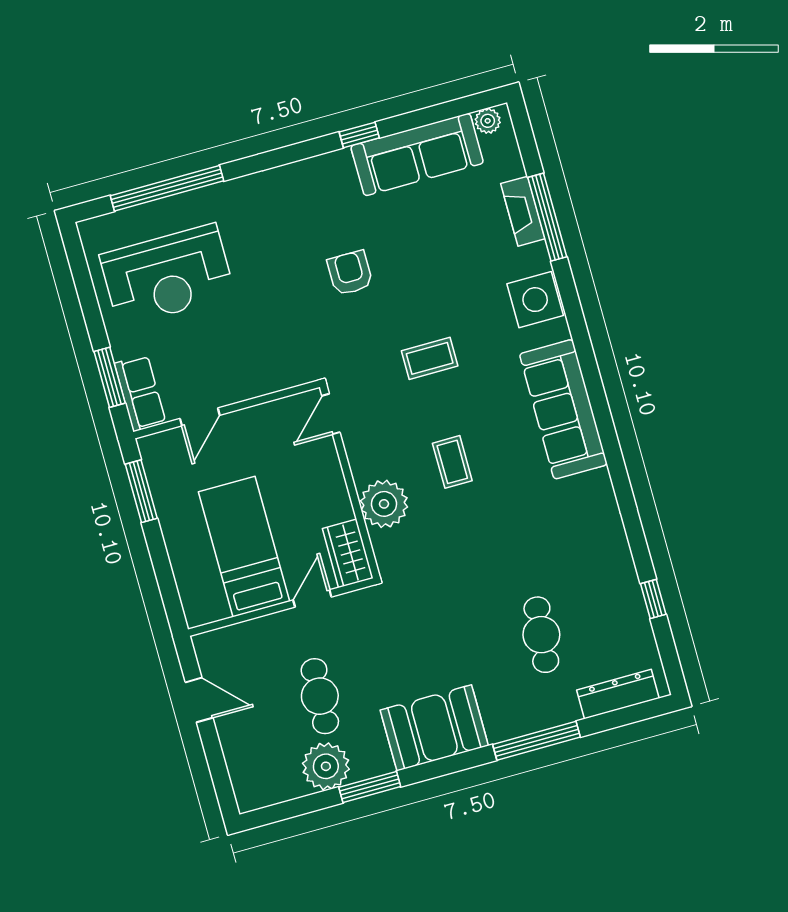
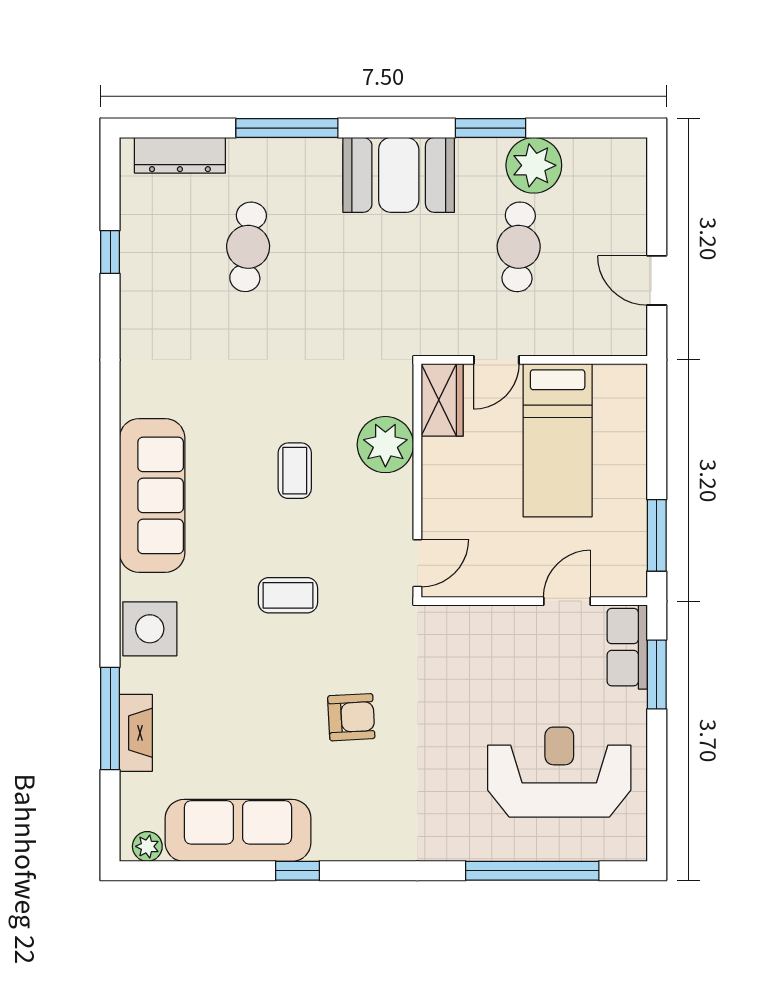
armchair: (350, 273) -> (351, 717), turned -93

